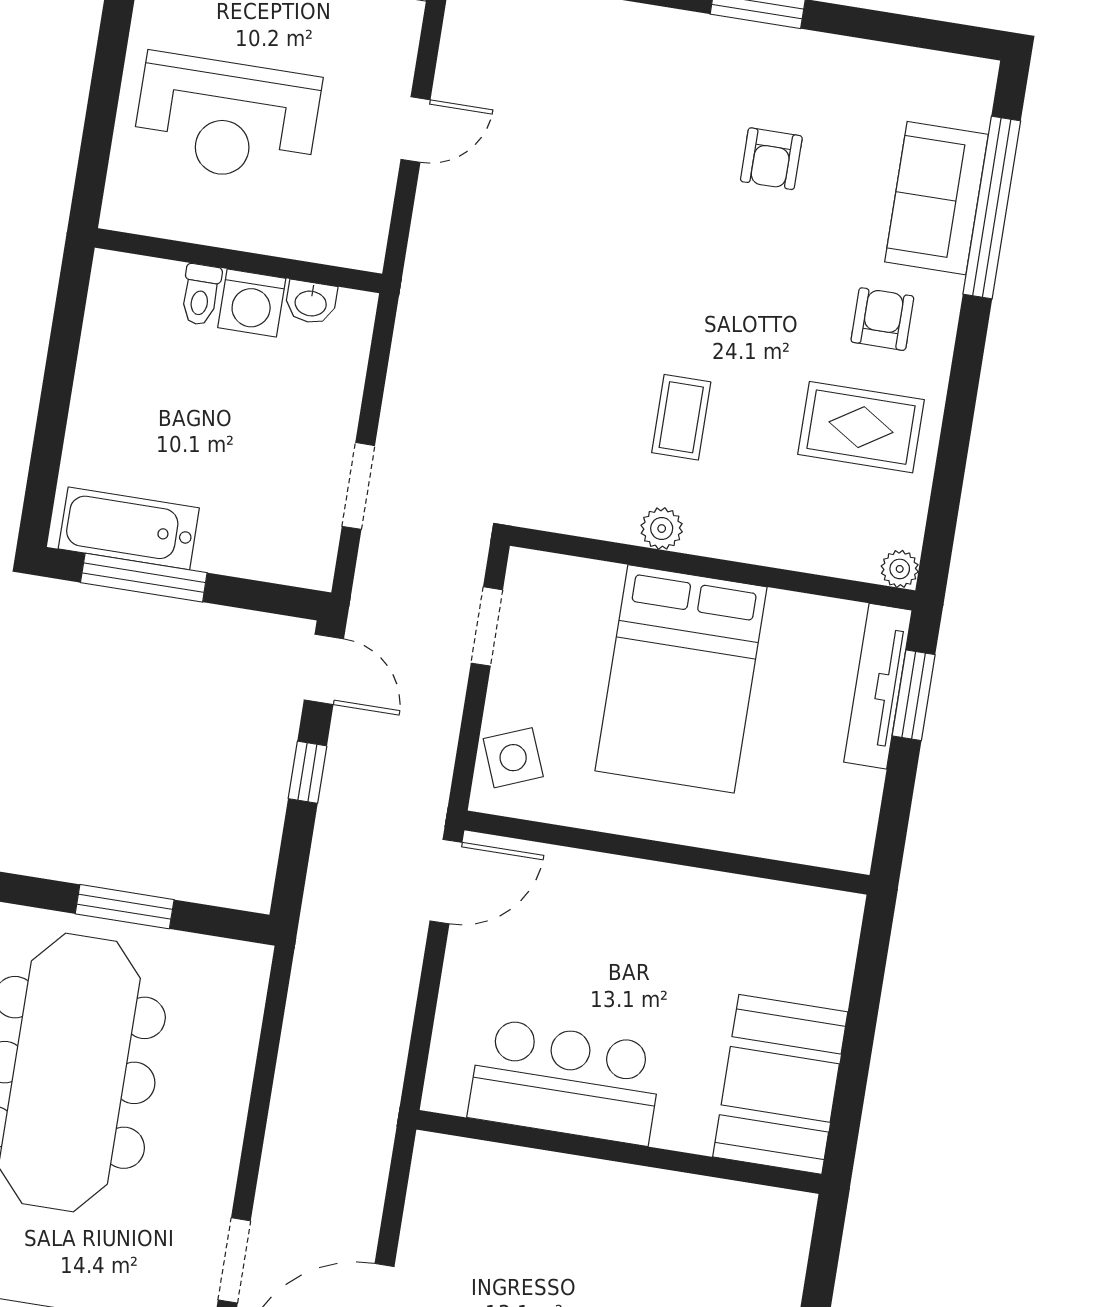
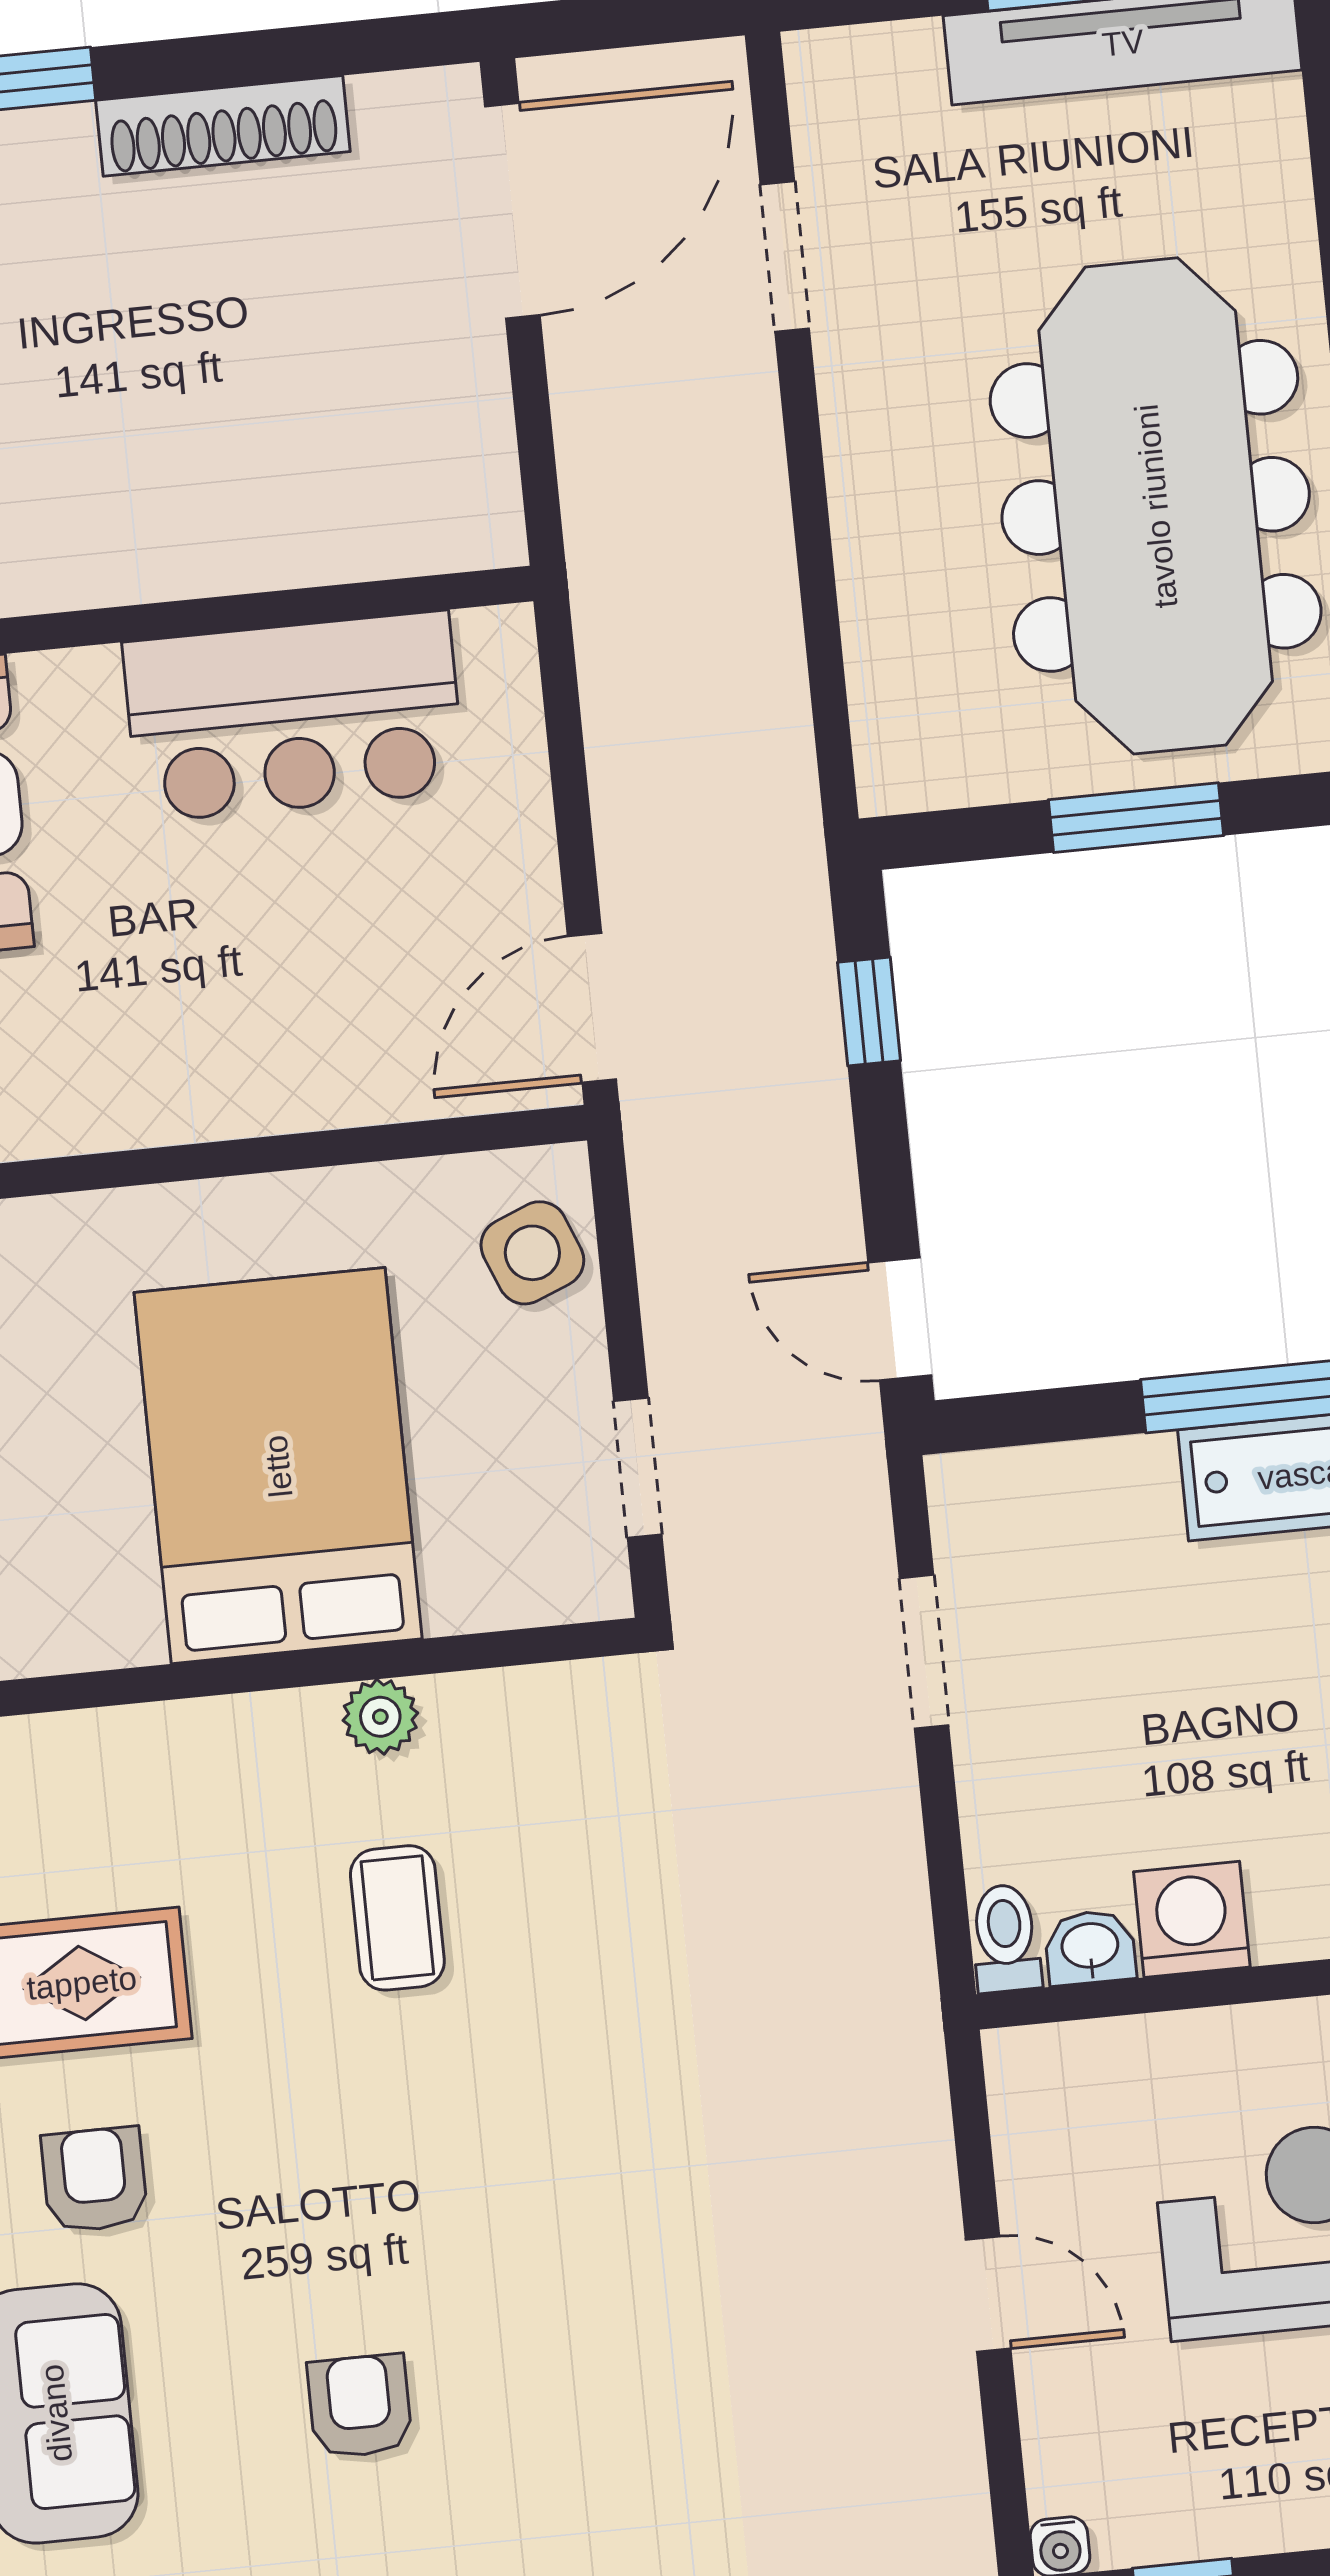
door: (415, 130) -> (988, 2294), swing flipped
toilet: (201, 295) -> (1006, 1938), moved
armchair: (882, 319) -> (94, 2180), turned 180
window: (307, 772) -> (869, 1012), moved

